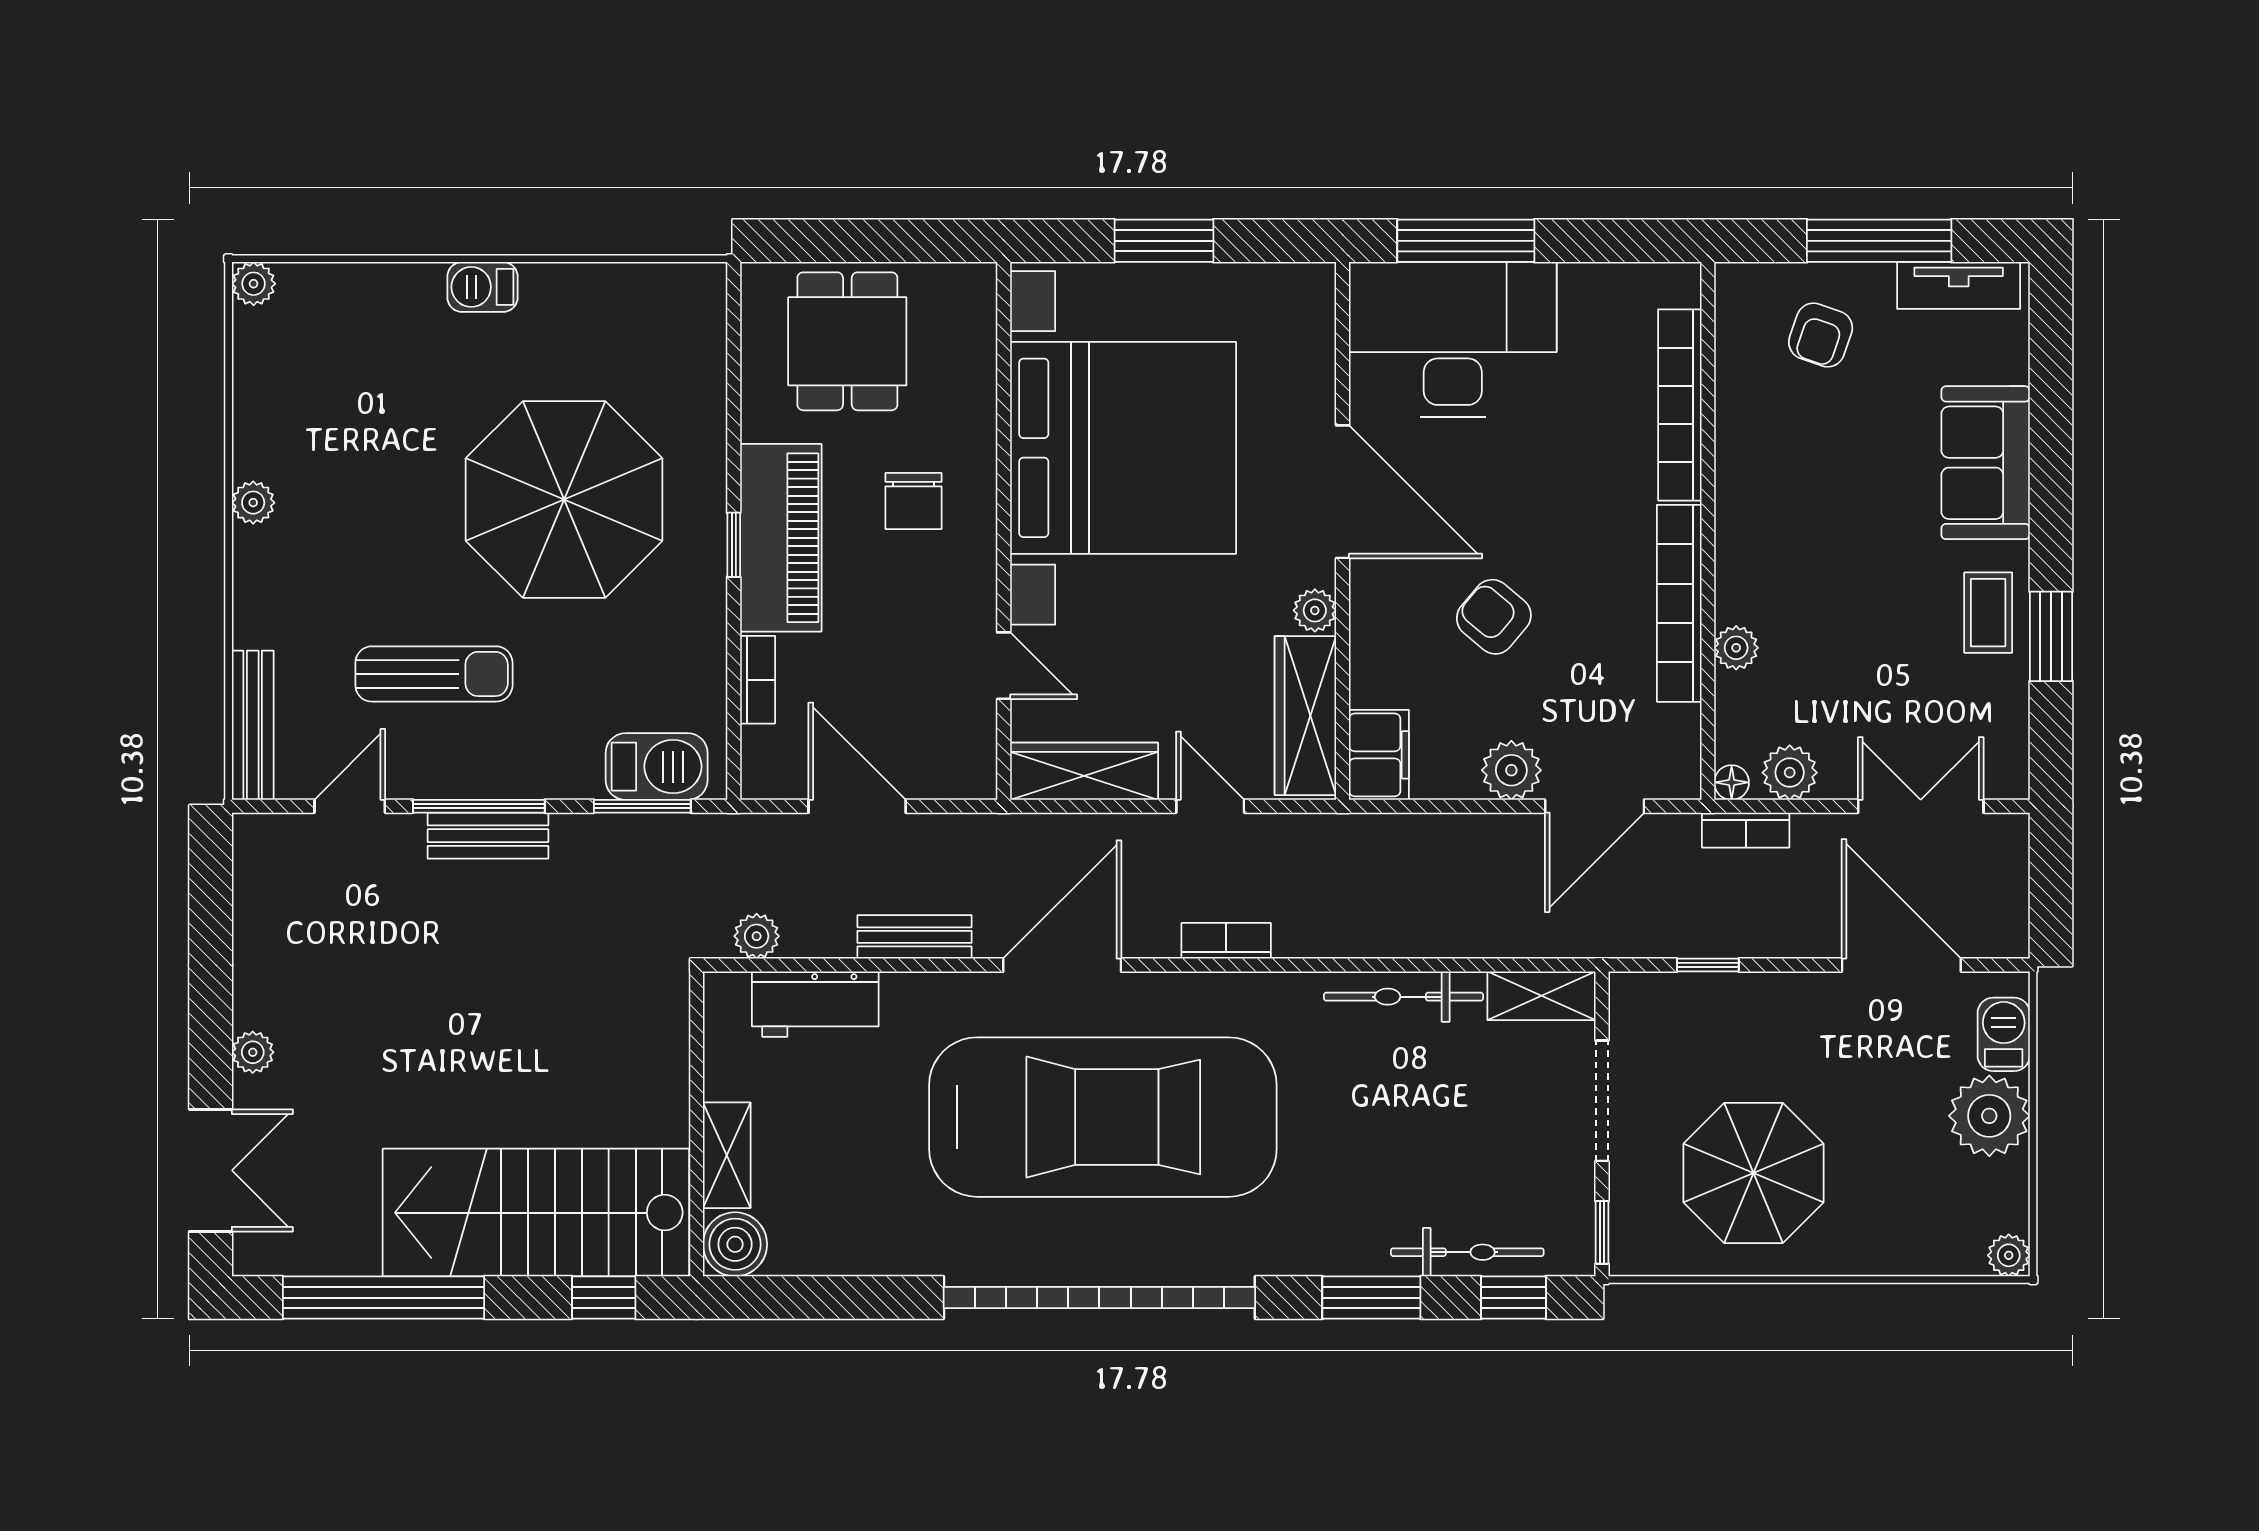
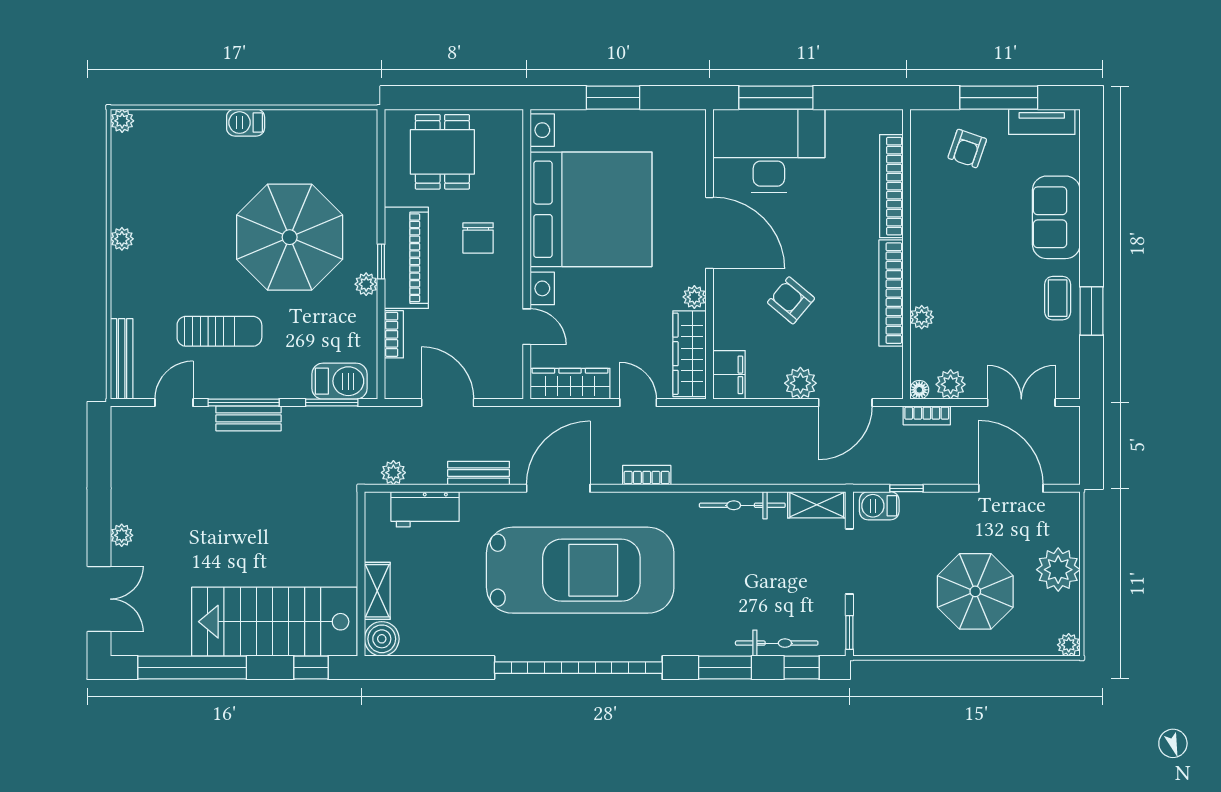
plant: (706, 587) -> (366, 284), added
barbecue: (2004, 1034) -> (879, 506), moved, turned -90
parasol: (1753, 1173) -> (975, 591), moved

